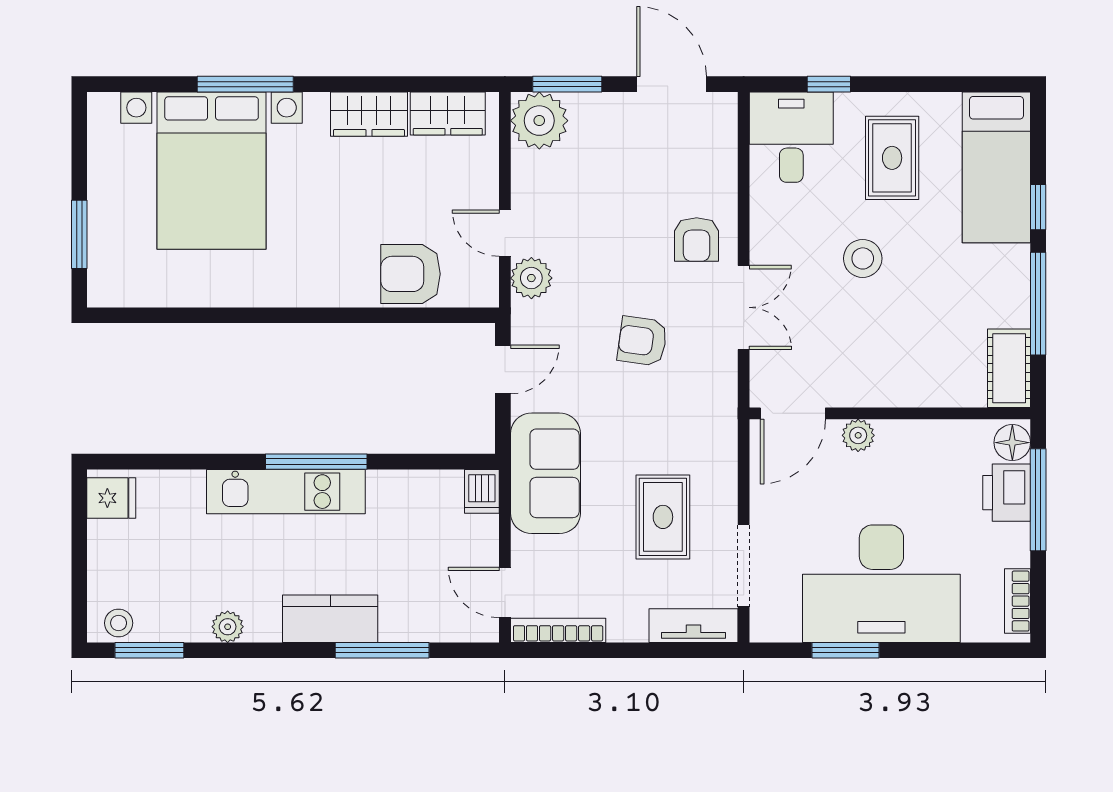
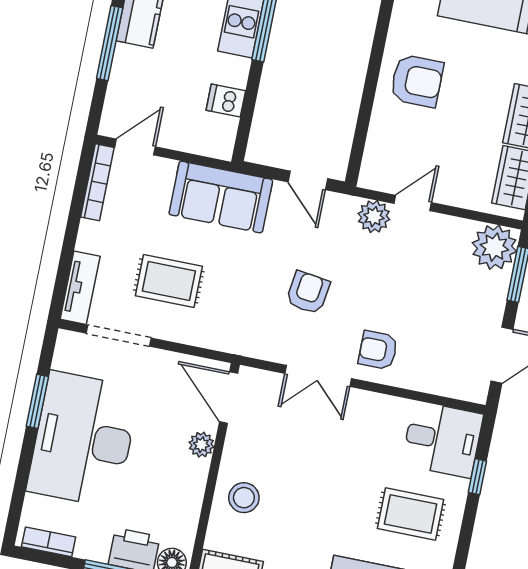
stool: (863, 258) -> (244, 498), moved
armchair: (411, 274) -> (417, 81), moved, turned 90
dishwasher: (482, 491) -> (226, 101), moved

